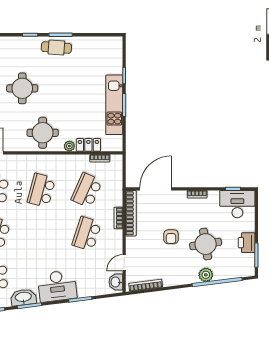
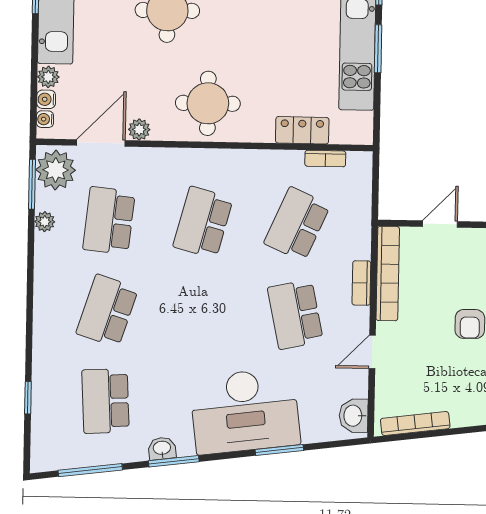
plant: (69, 146) -> (139, 130), moved
door: (156, 189) -> (440, 224), width x0.53
school desk: (87, 234) -> (295, 314), turned -30
door: (124, 263) -> (372, 352), moved
desk: (57, 286) -> (245, 411), width x1.36, depth x1.30
washbasin: (23, 297) -> (162, 448), width x0.52, depth x0.69

